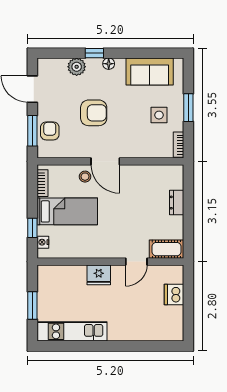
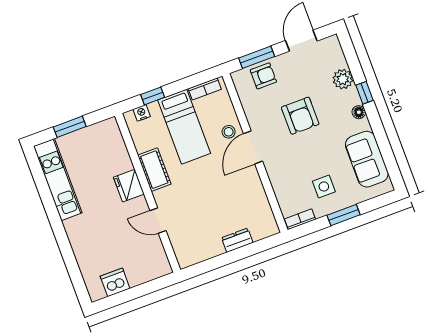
cot: (166, 249) -> (154, 170), moved
dishwasher: (174, 294) -> (115, 282), moved

